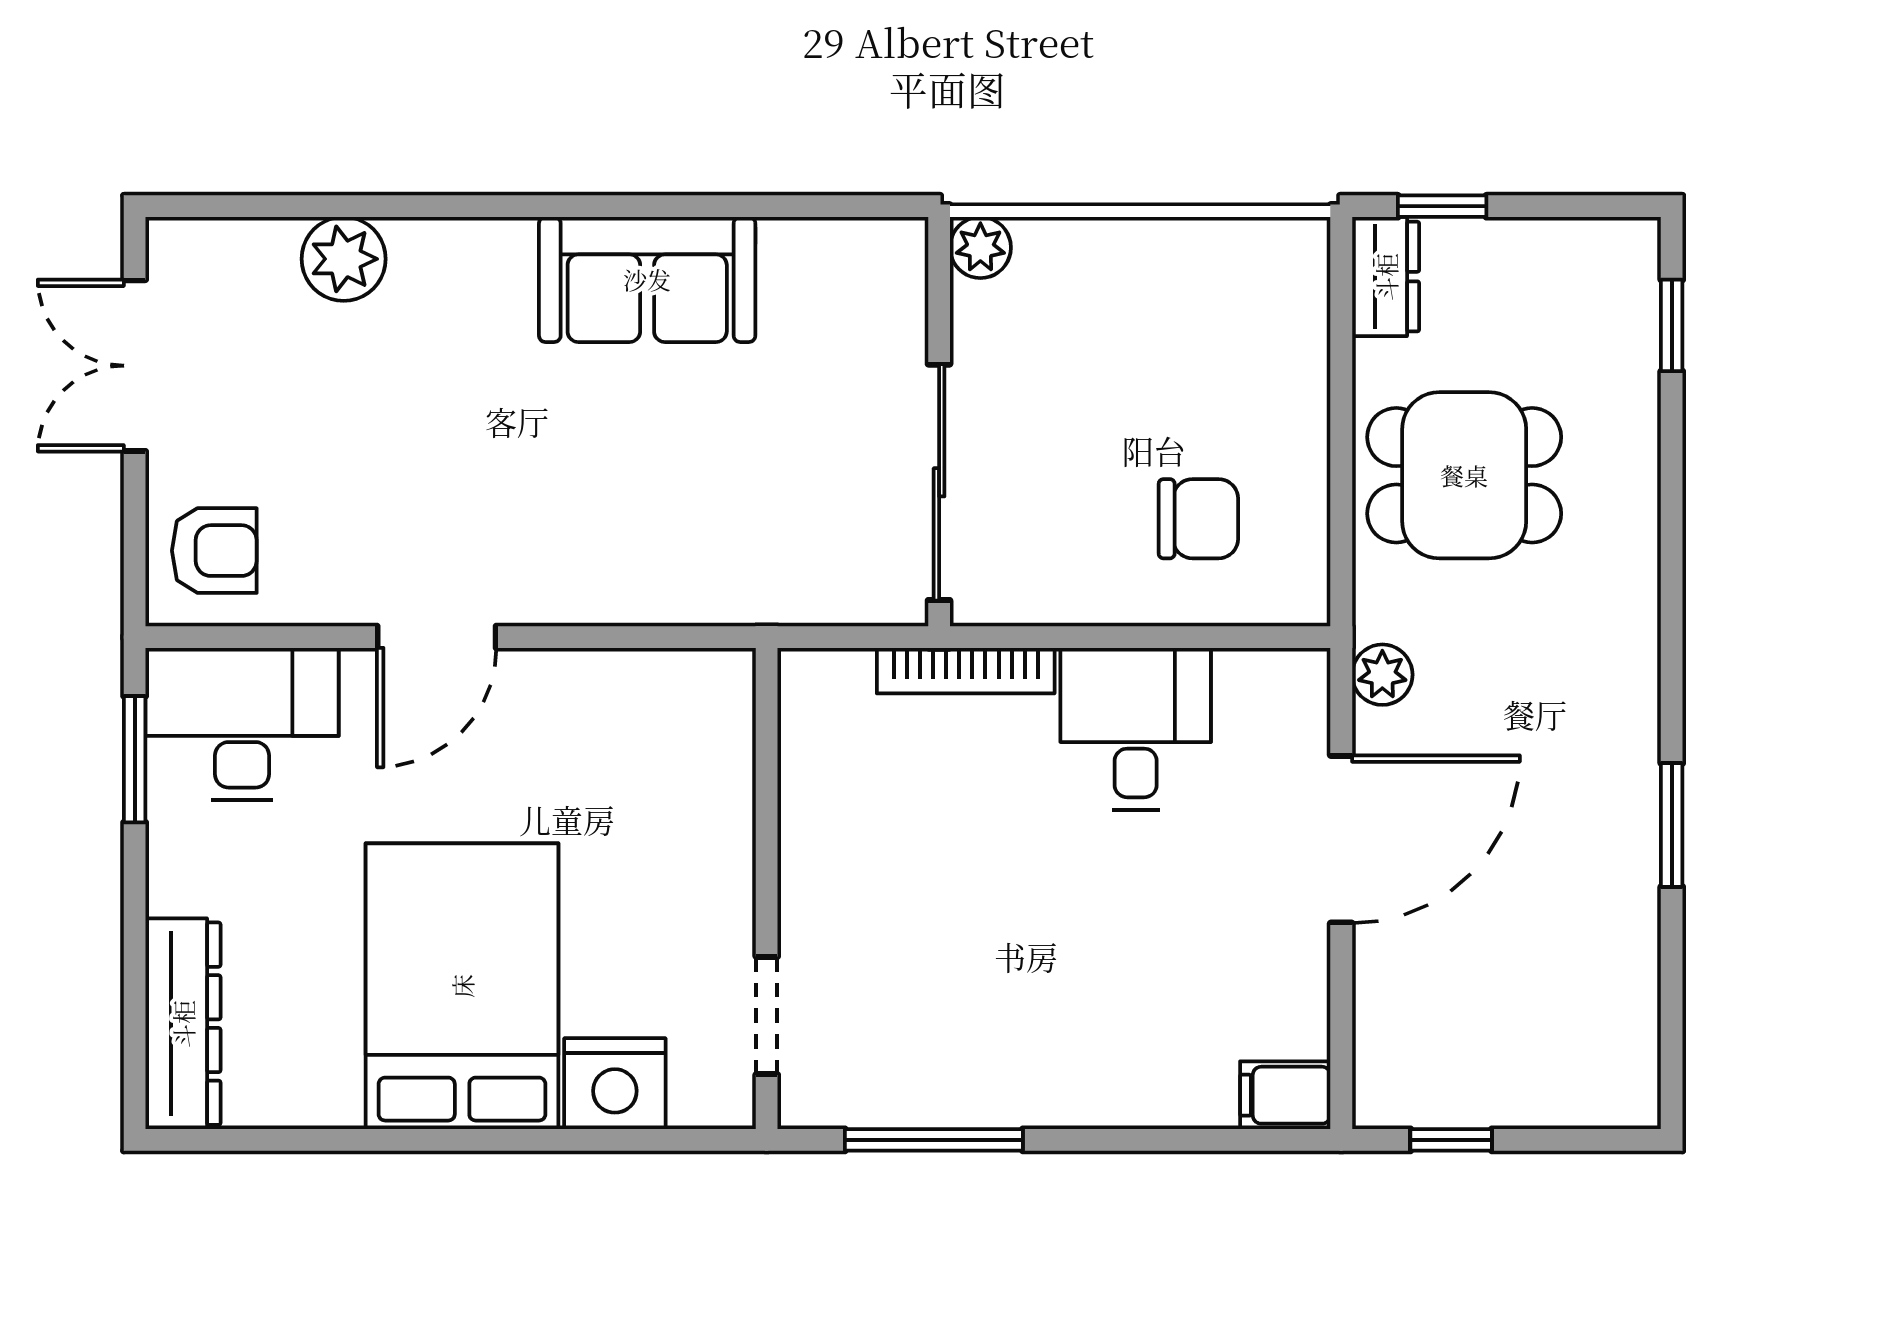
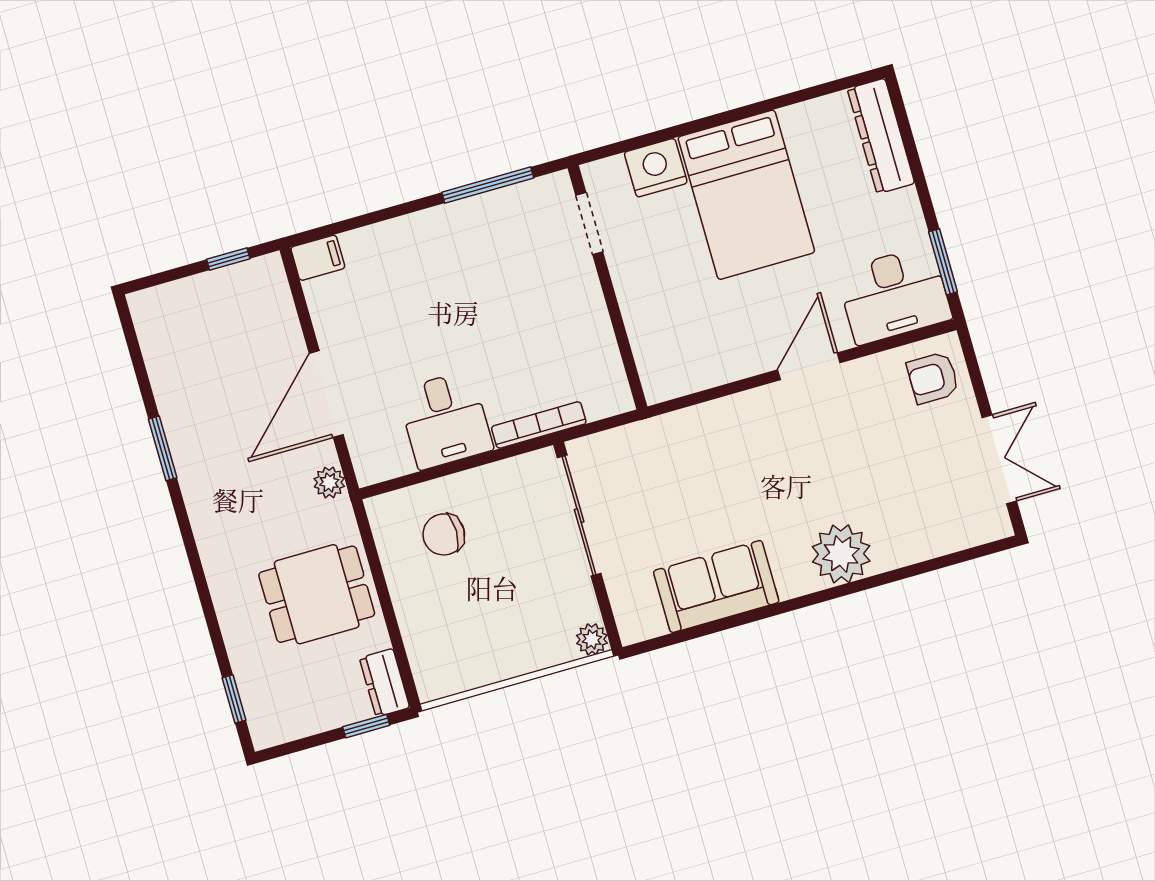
plant: (344, 259) -> (841, 554), moved, width x1.36, depth x1.36
sofa: (647, 279) -> (716, 587), moved

